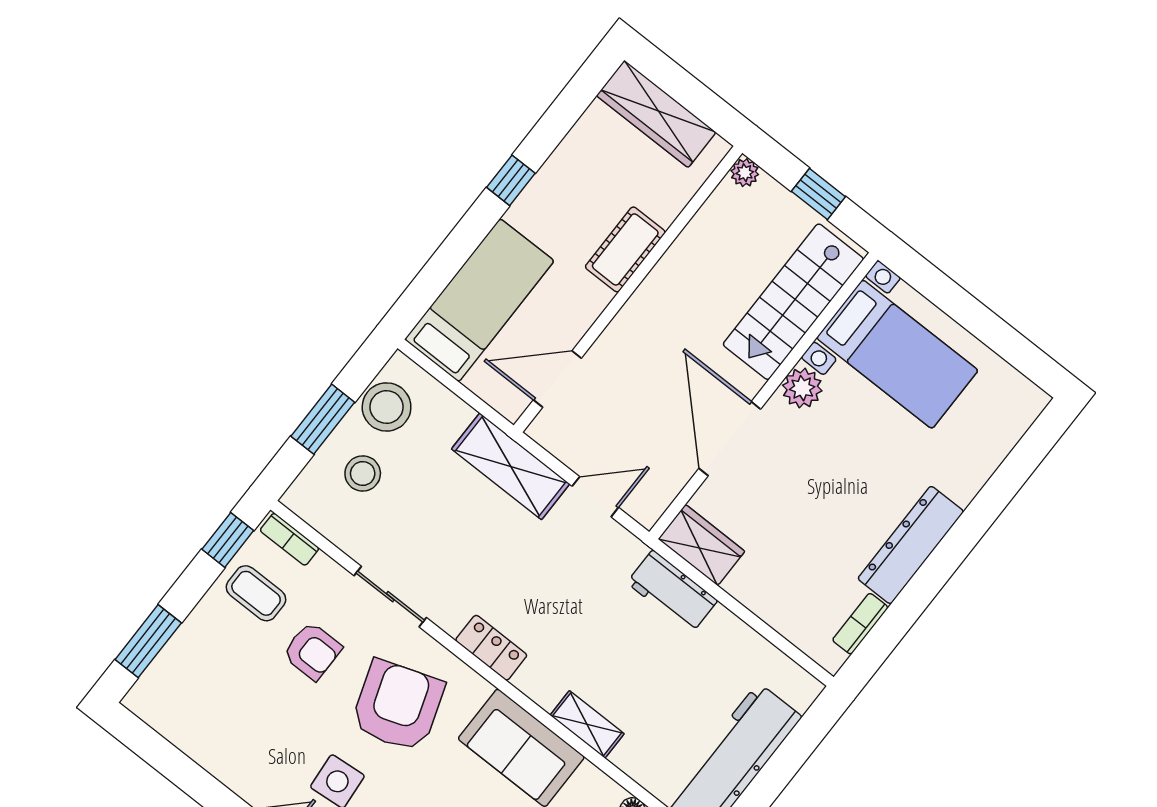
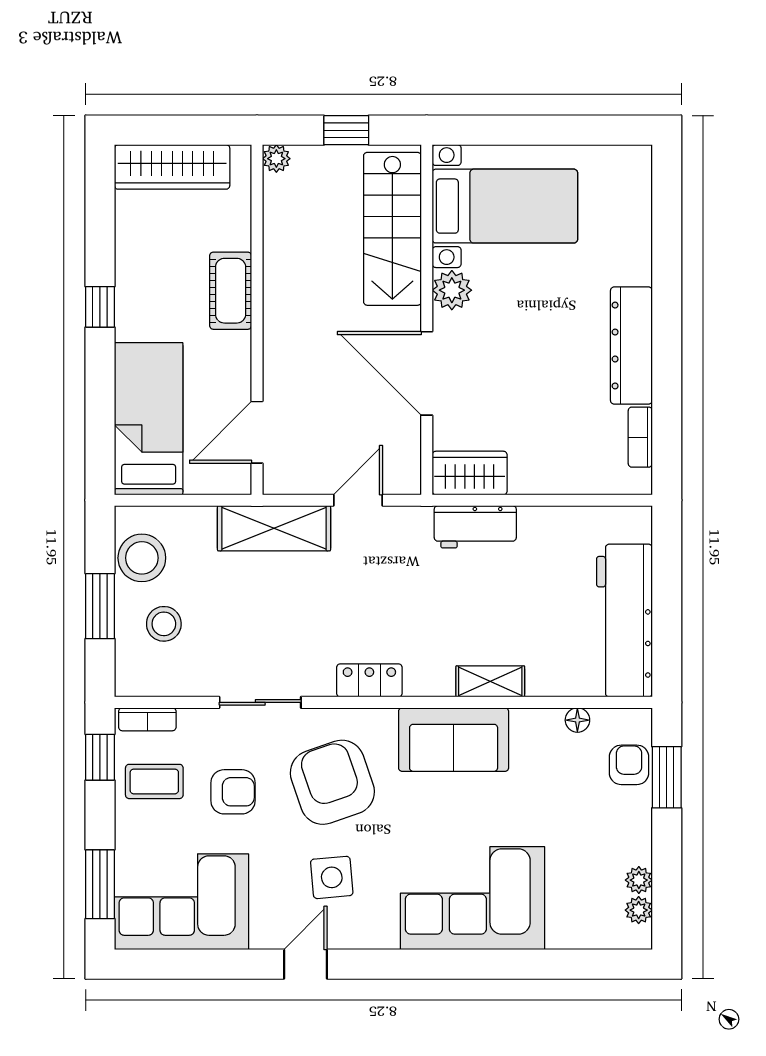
corner sofa: (202, 706) -> (182, 902), added

